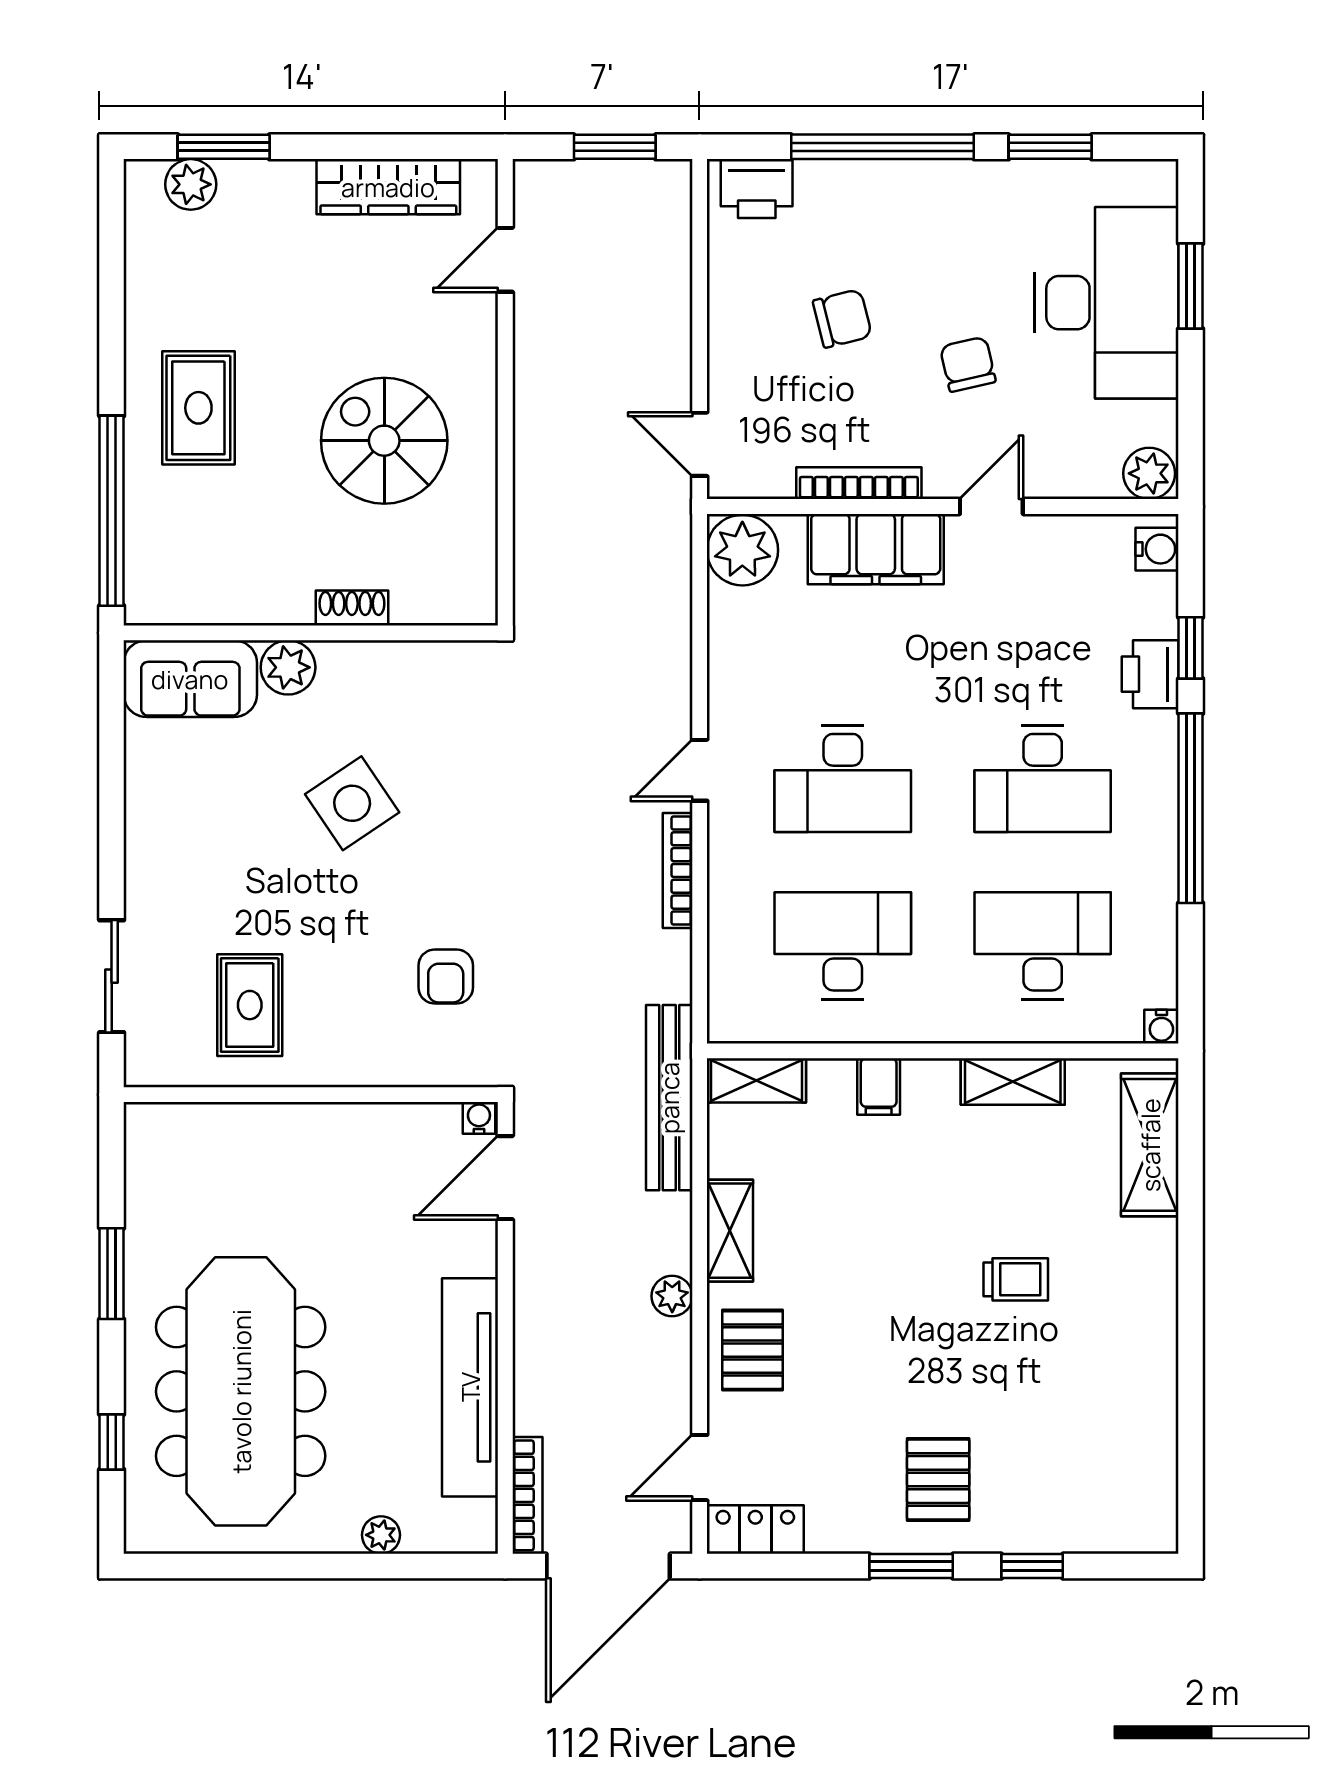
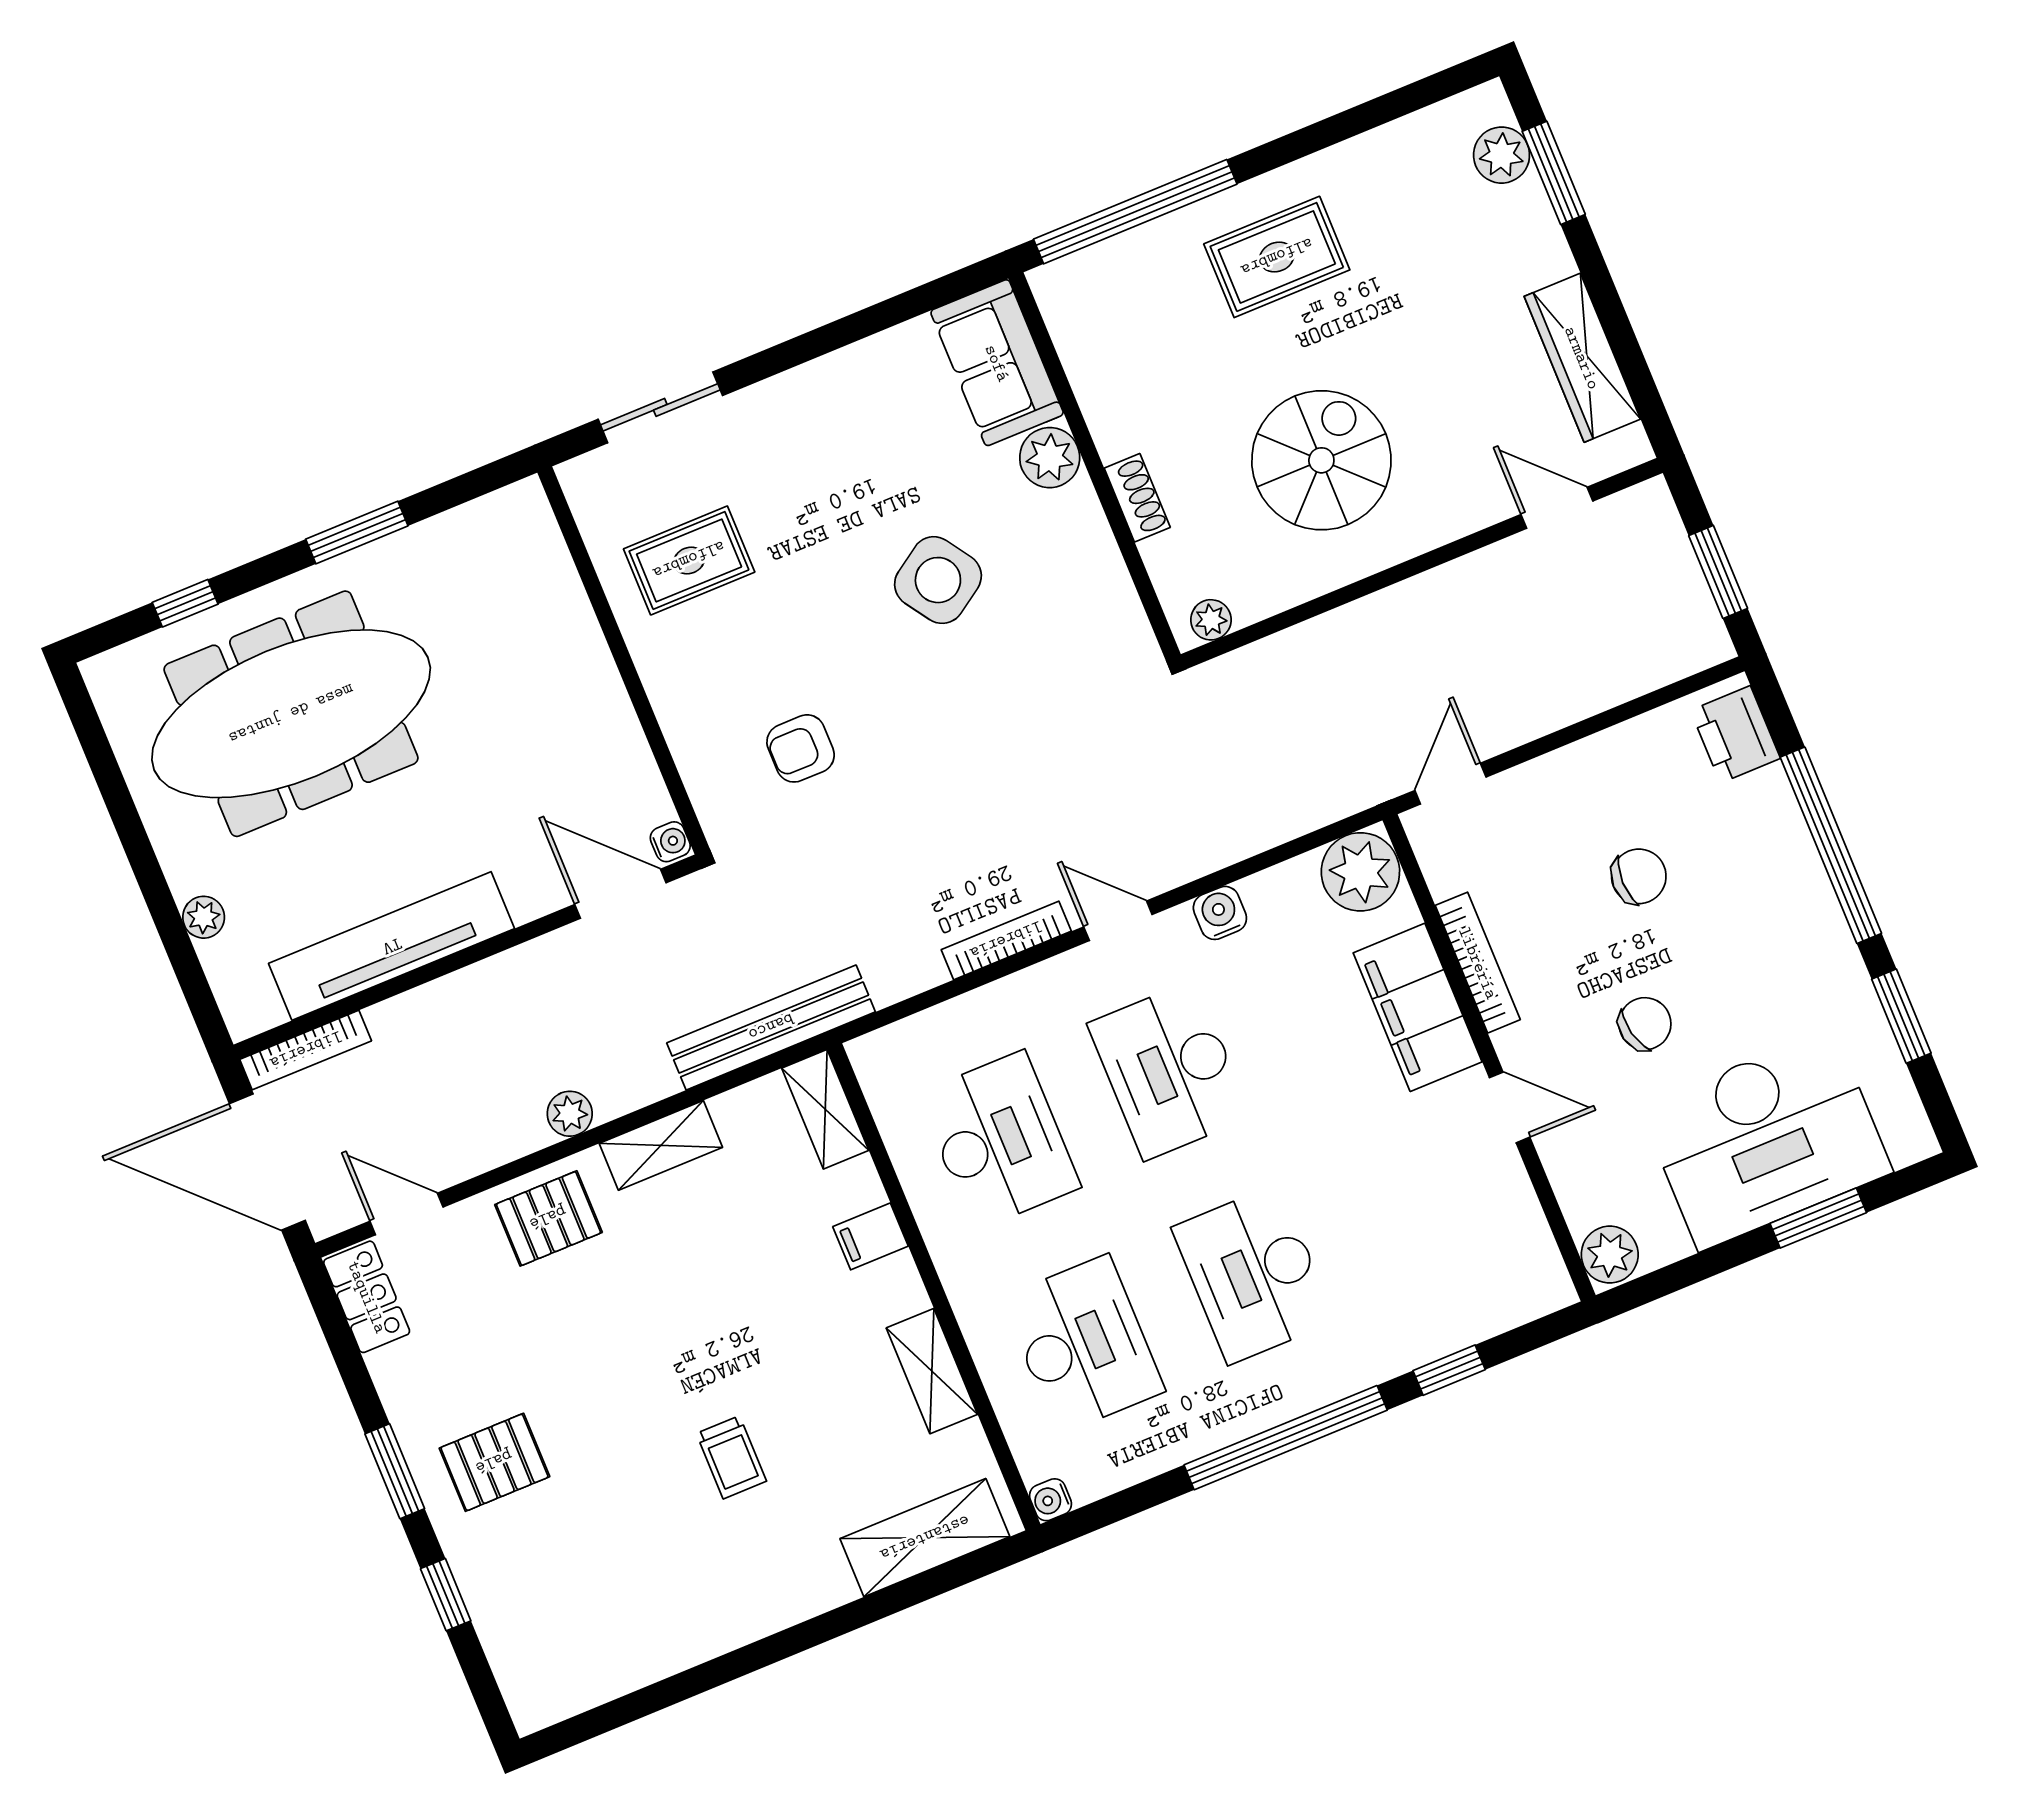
chair: (842, 318) -> (1639, 876), turned -76
water cooler: (1157, 549) -> (1220, 913), moved, turned 180
plant: (480, 588) -> (1211, 620), added
printer: (1150, 674) -> (1405, 1340), removed

